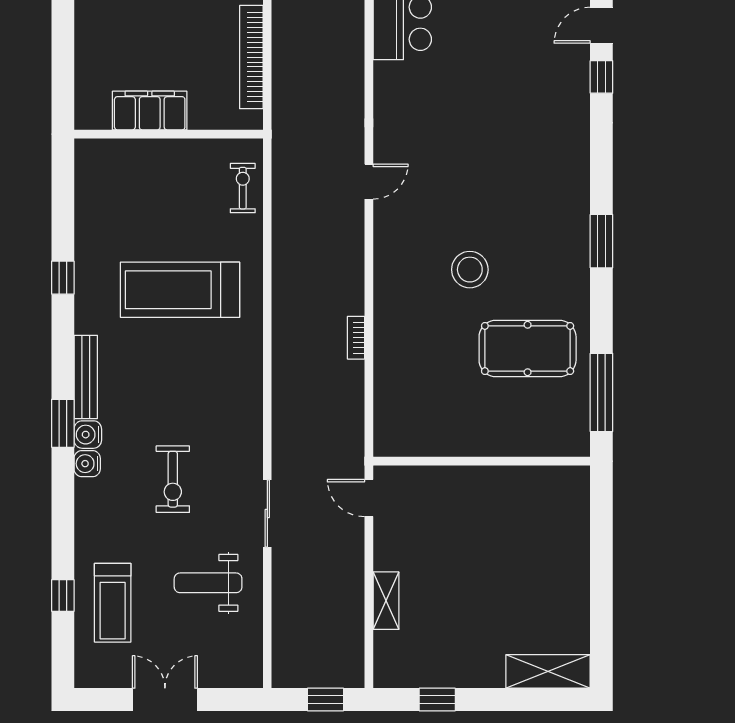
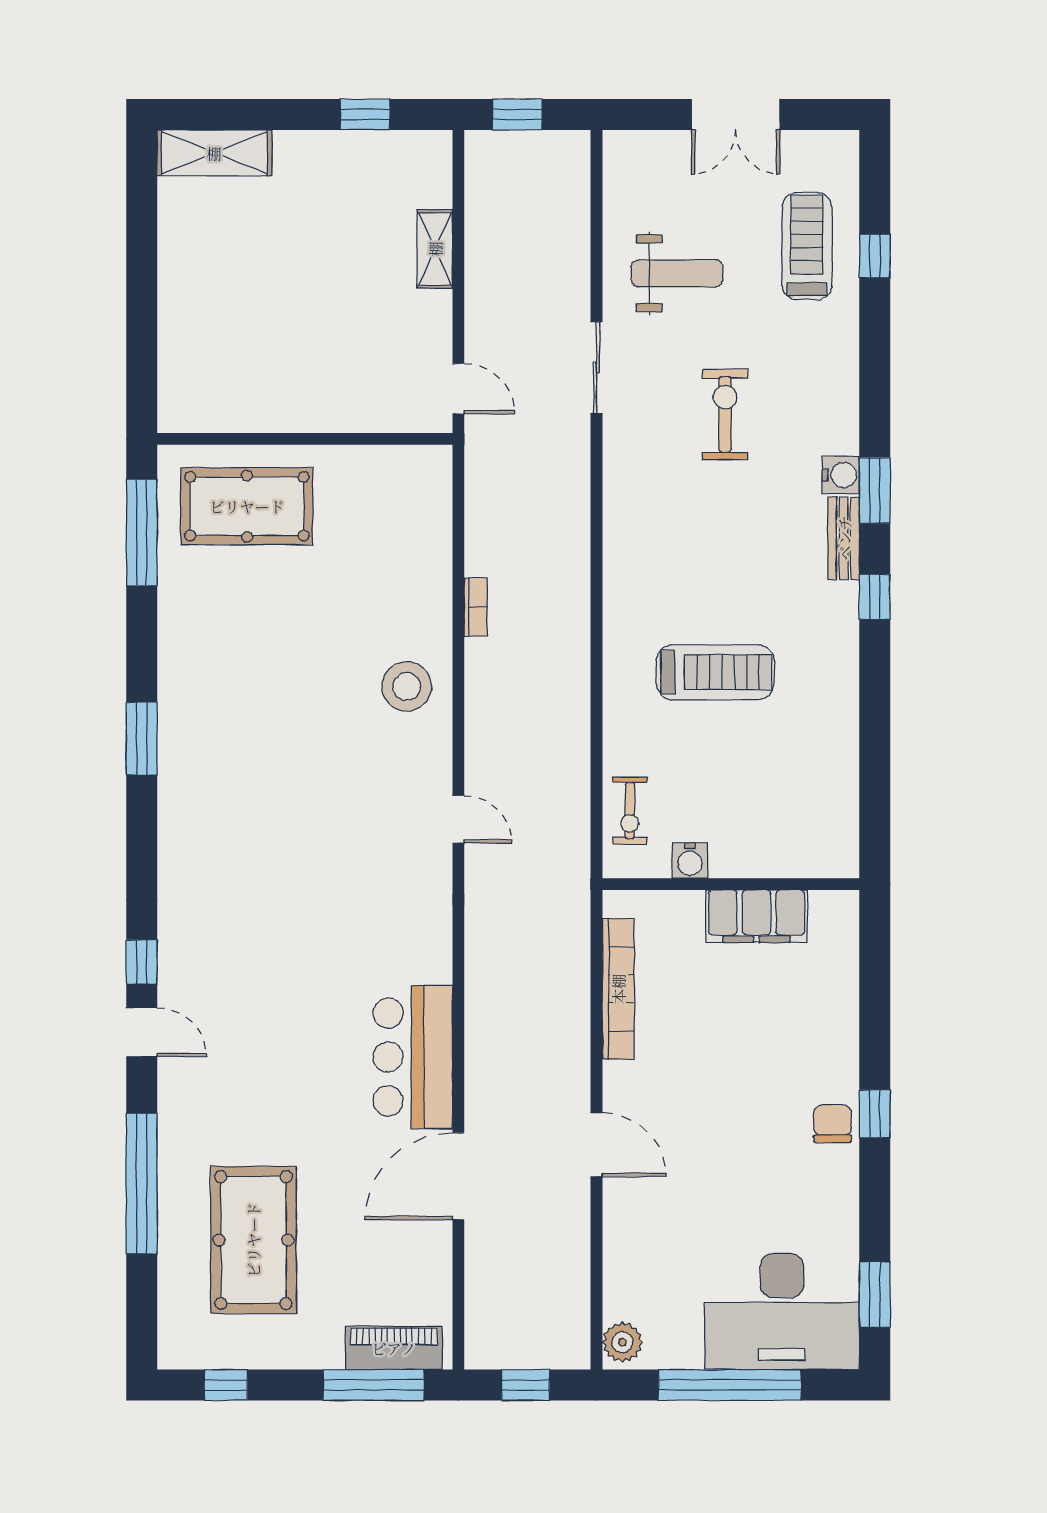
door: (601, 25) -> (142, 1032), hinge flipped
door: (369, 182) -> (458, 819), swing flipped
stool: (470, 270) -> (407, 686), moved
window: (63, 278) -> (875, 597), moved
treadmill: (180, 290) -> (715, 672), width x0.73, depth x0.73
pool table: (528, 349) -> (247, 506), moved
bench: (86, 377) -> (844, 538), width x0.73
water cooler: (87, 464) -> (690, 860), moved, turned 90

